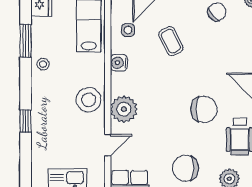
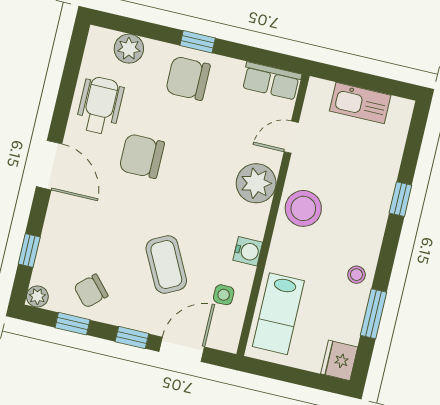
coffee table: (171, 41) -> (166, 264), width x1.36, depth x1.30
chair: (186, 168) -> (188, 78), turned 180

